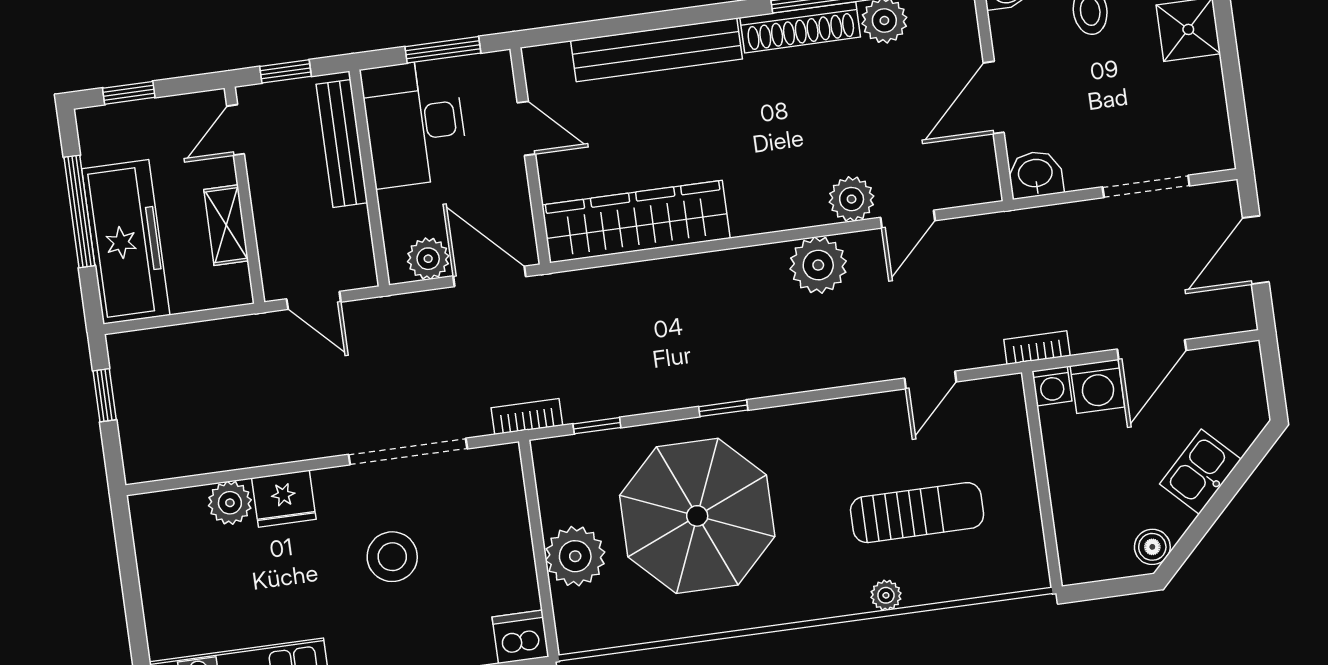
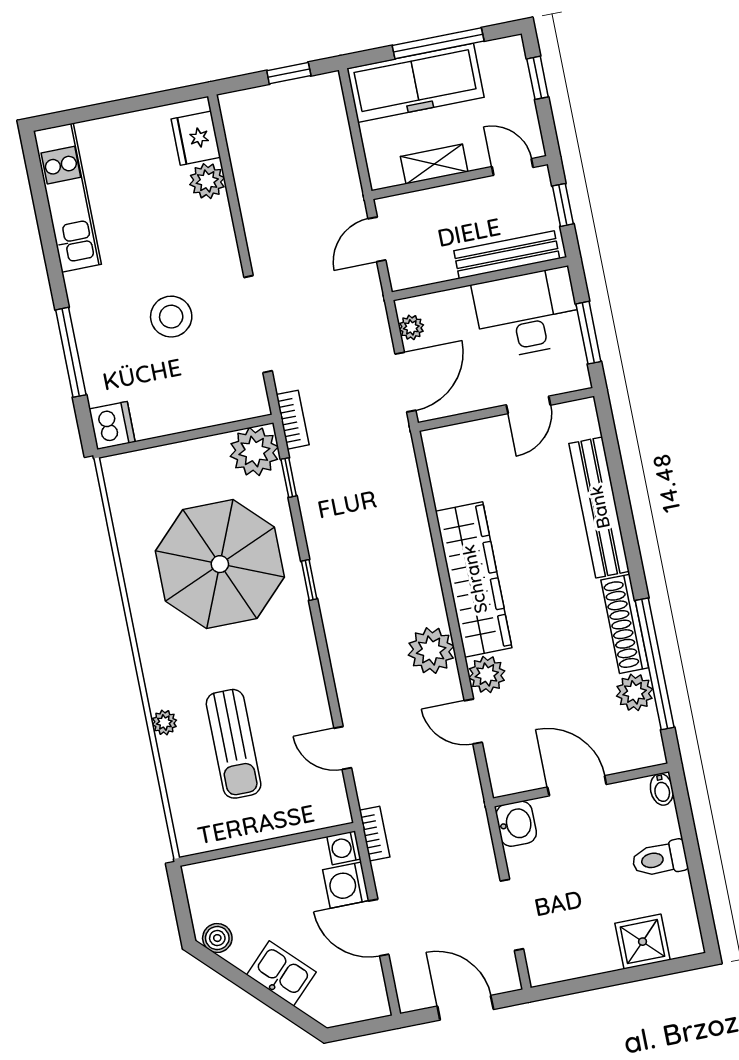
wardrobe: (636, 222) -> (474, 579), moved
plant: (428, 259) -> (411, 327), width x0.73, depth x0.73
fridge: (284, 499) -> (196, 138), moved
plant: (575, 556) -> (254, 452), moved

